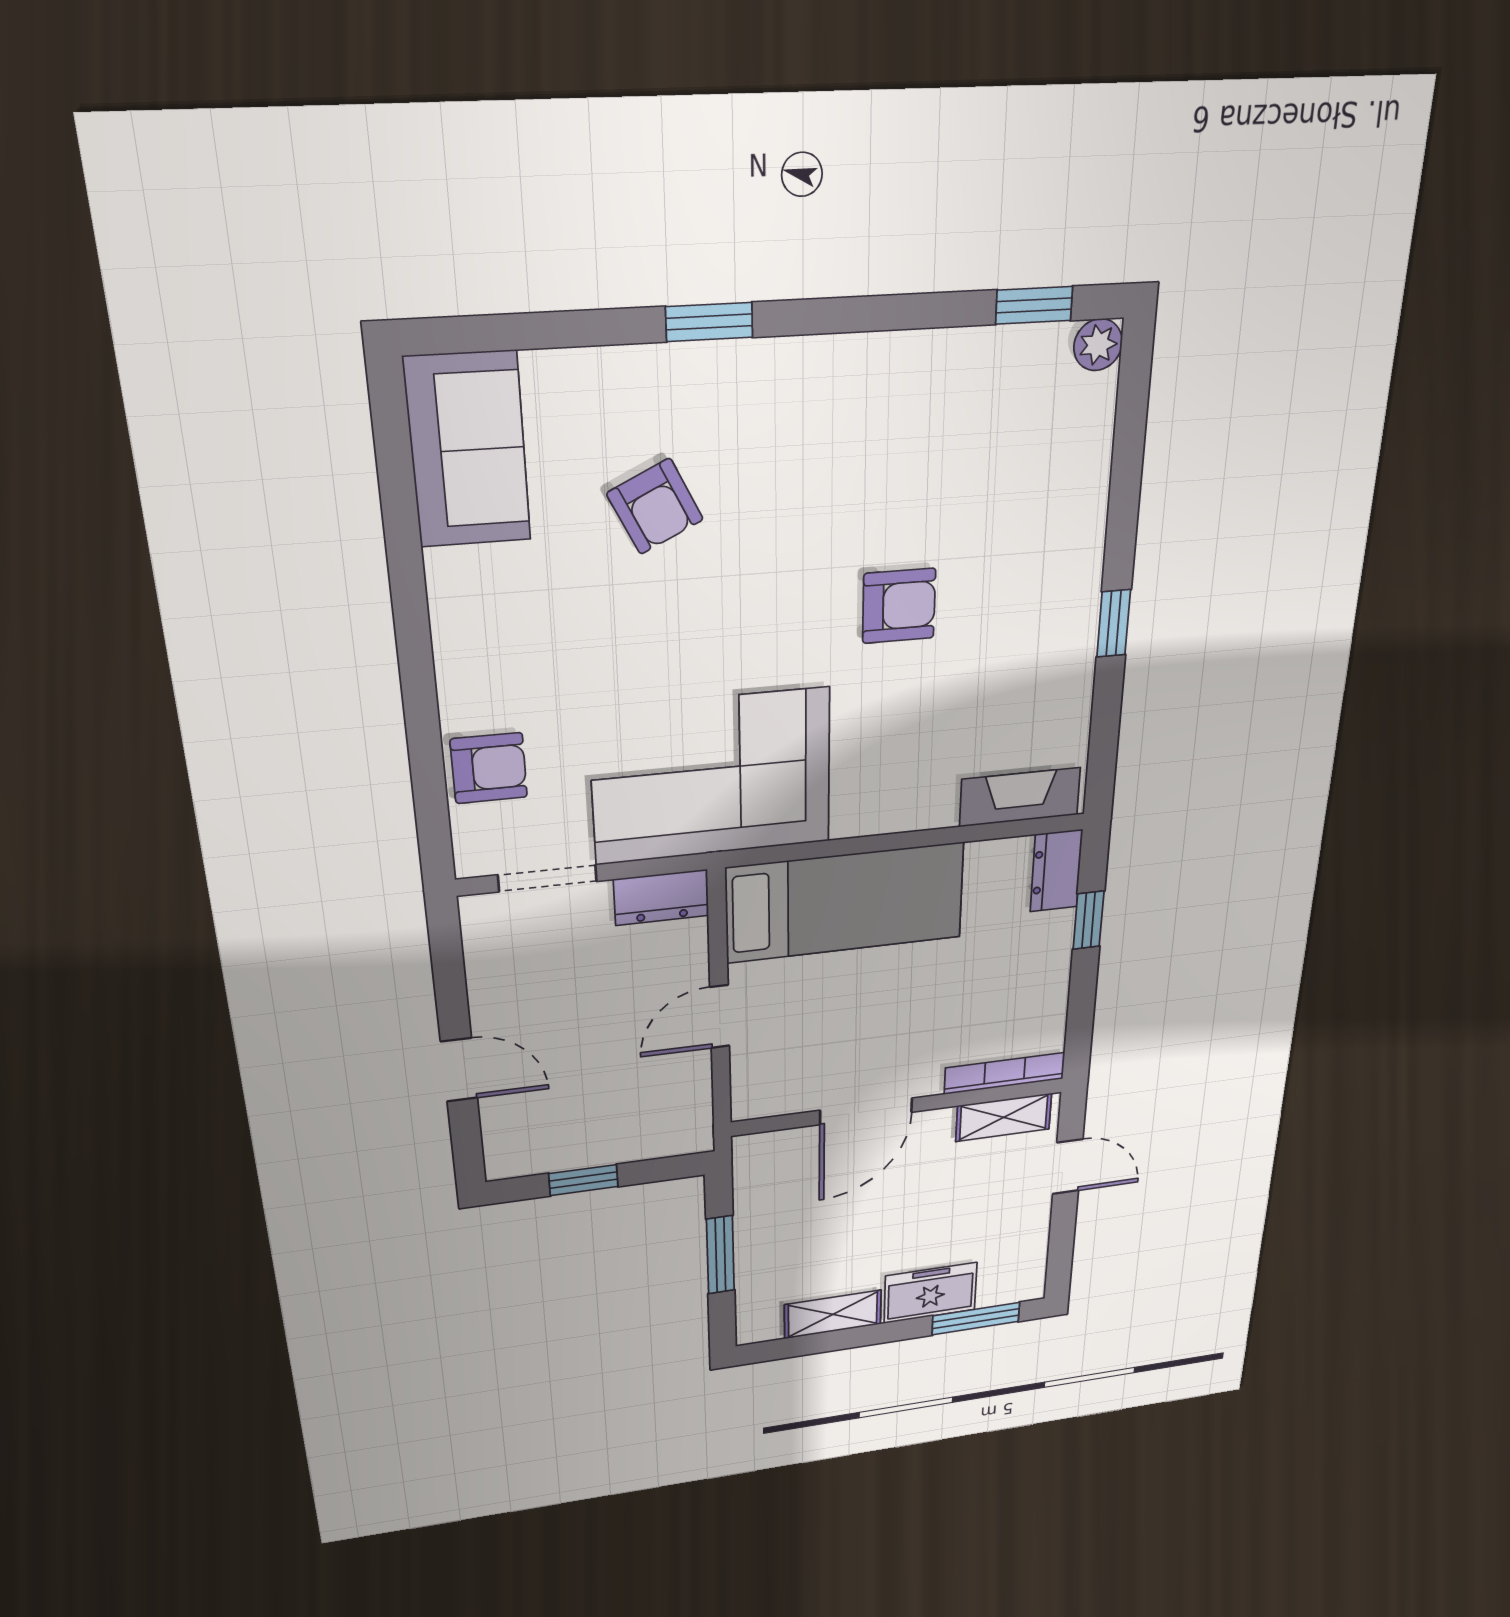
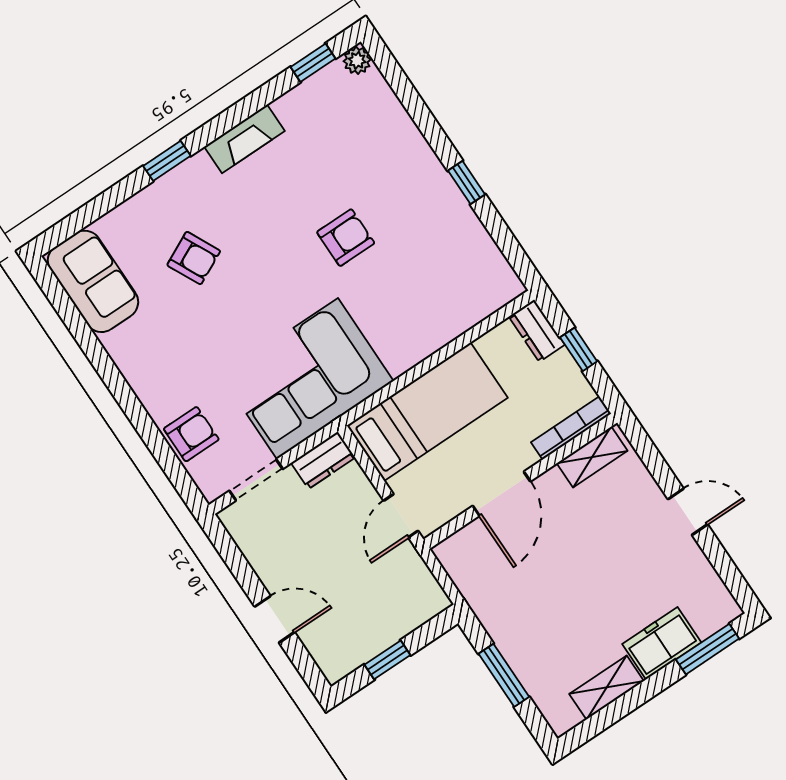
fireplace: (1020, 797) -> (244, 139), moved, turned 180
bookcase: (1005, 1073) -> (571, 428), moved
wall: (899, 1107) -> (520, 481), moved
door: (866, 1111) -> (502, 494), moved
shelving: (1004, 1117) -> (592, 457), moved

